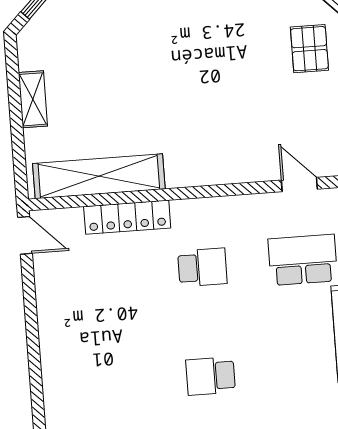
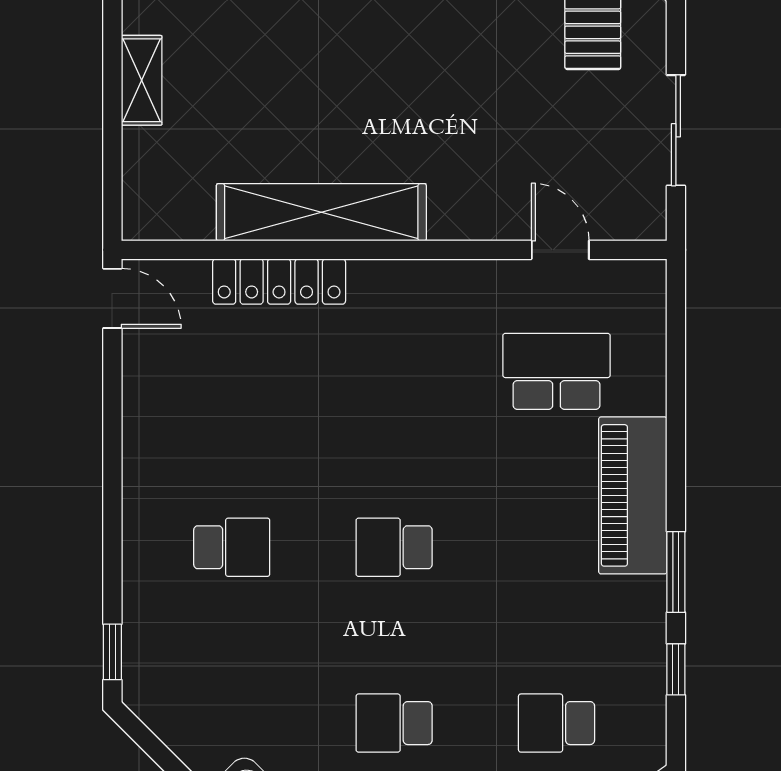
shelving: (99, 176) -> (321, 212), moved
school desk: (202, 267) -> (232, 547), moved

